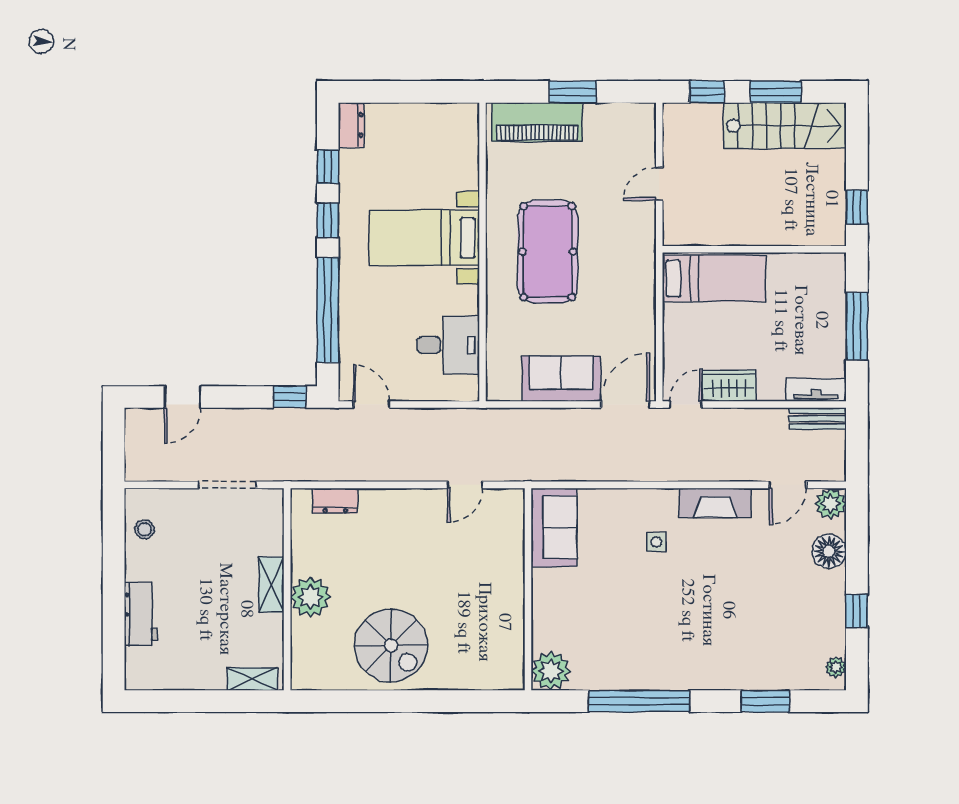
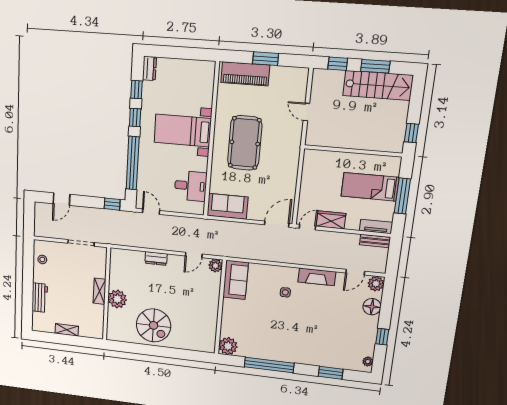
door: (659, 184) -> (306, 112), hinge flipped
bed: (714, 278) -> (370, 187), moved, turned 180
sofa: (561, 379) -> (228, 206), moved
dresser: (335, 501) -> (156, 258), moved
plant: (511, 502) -> (215, 266), added
shelving: (252, 679) -> (67, 330), moved

